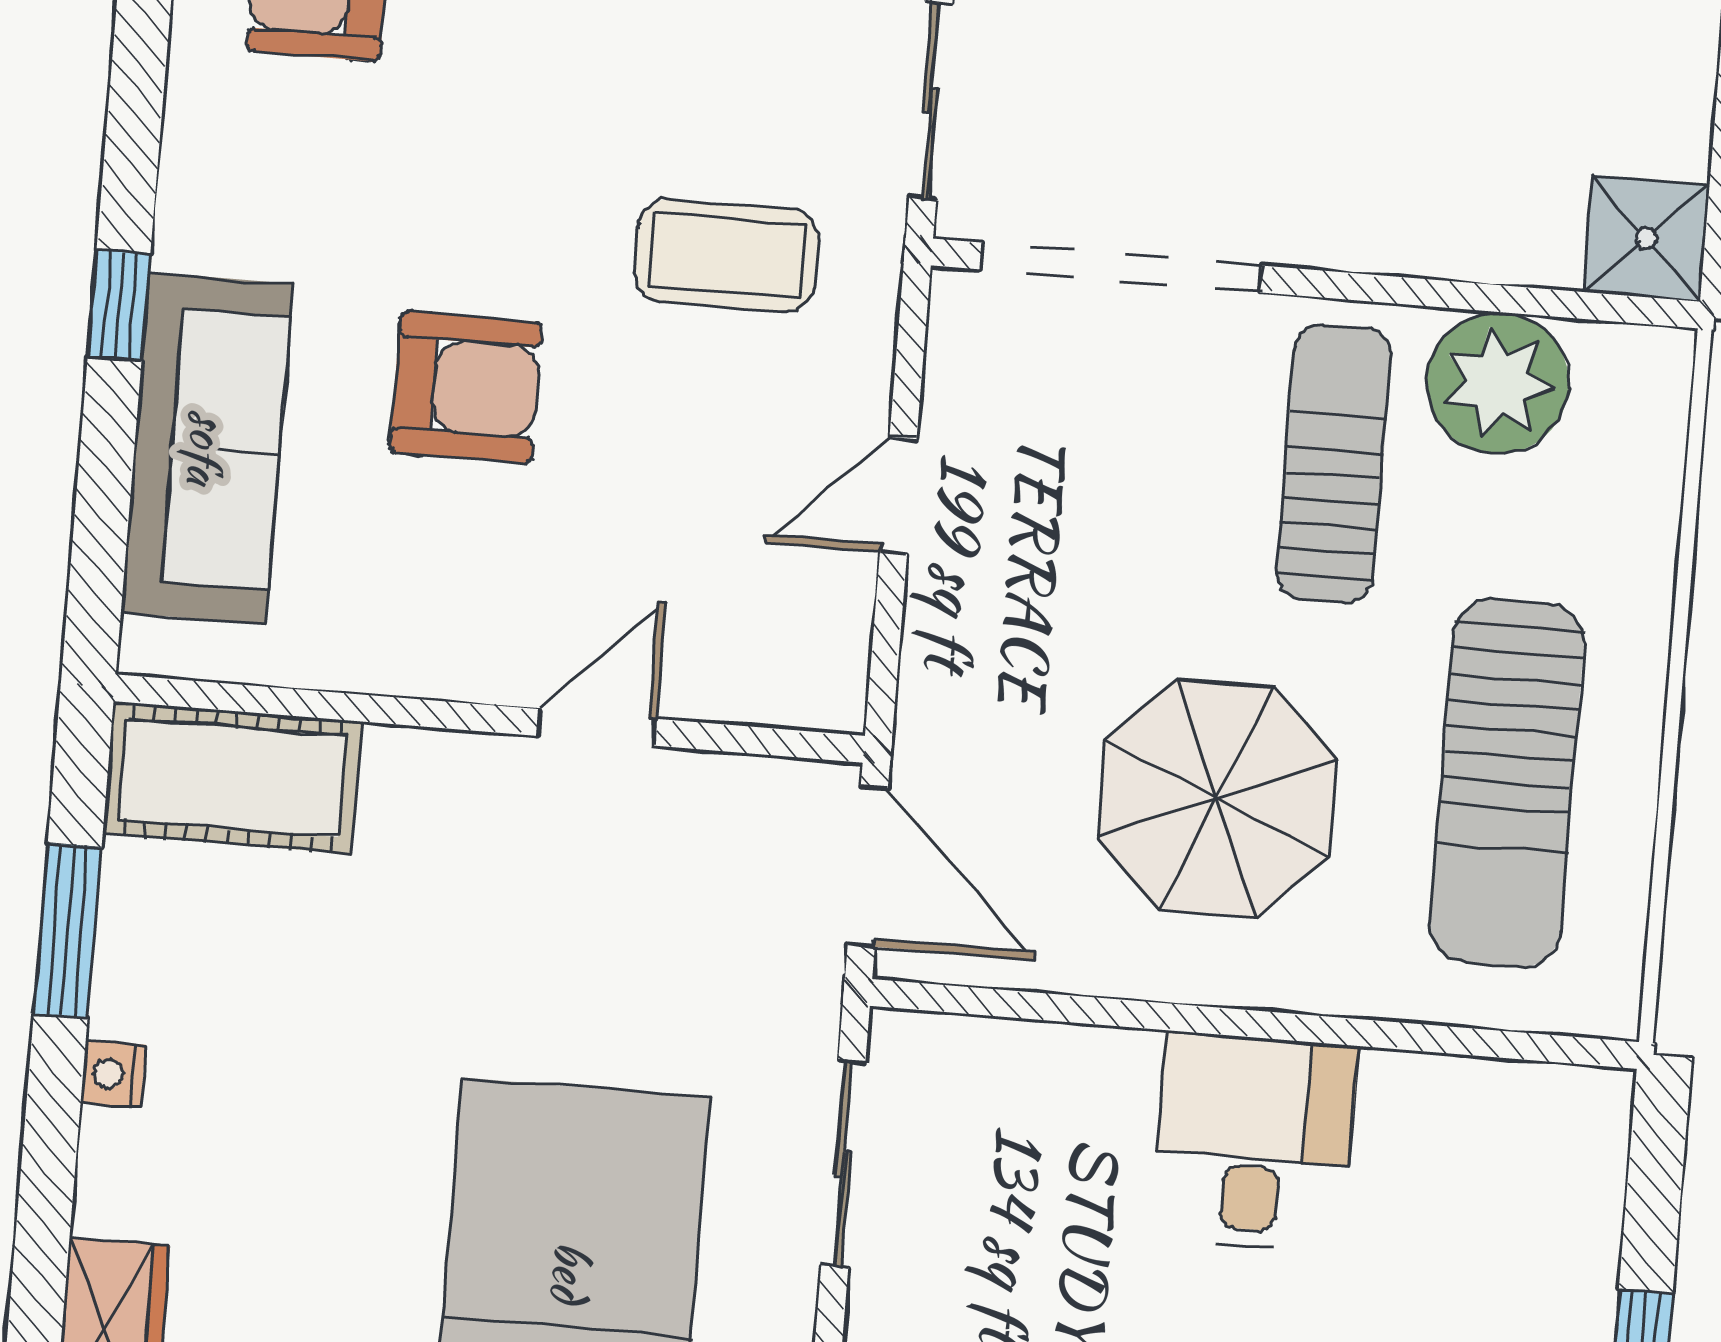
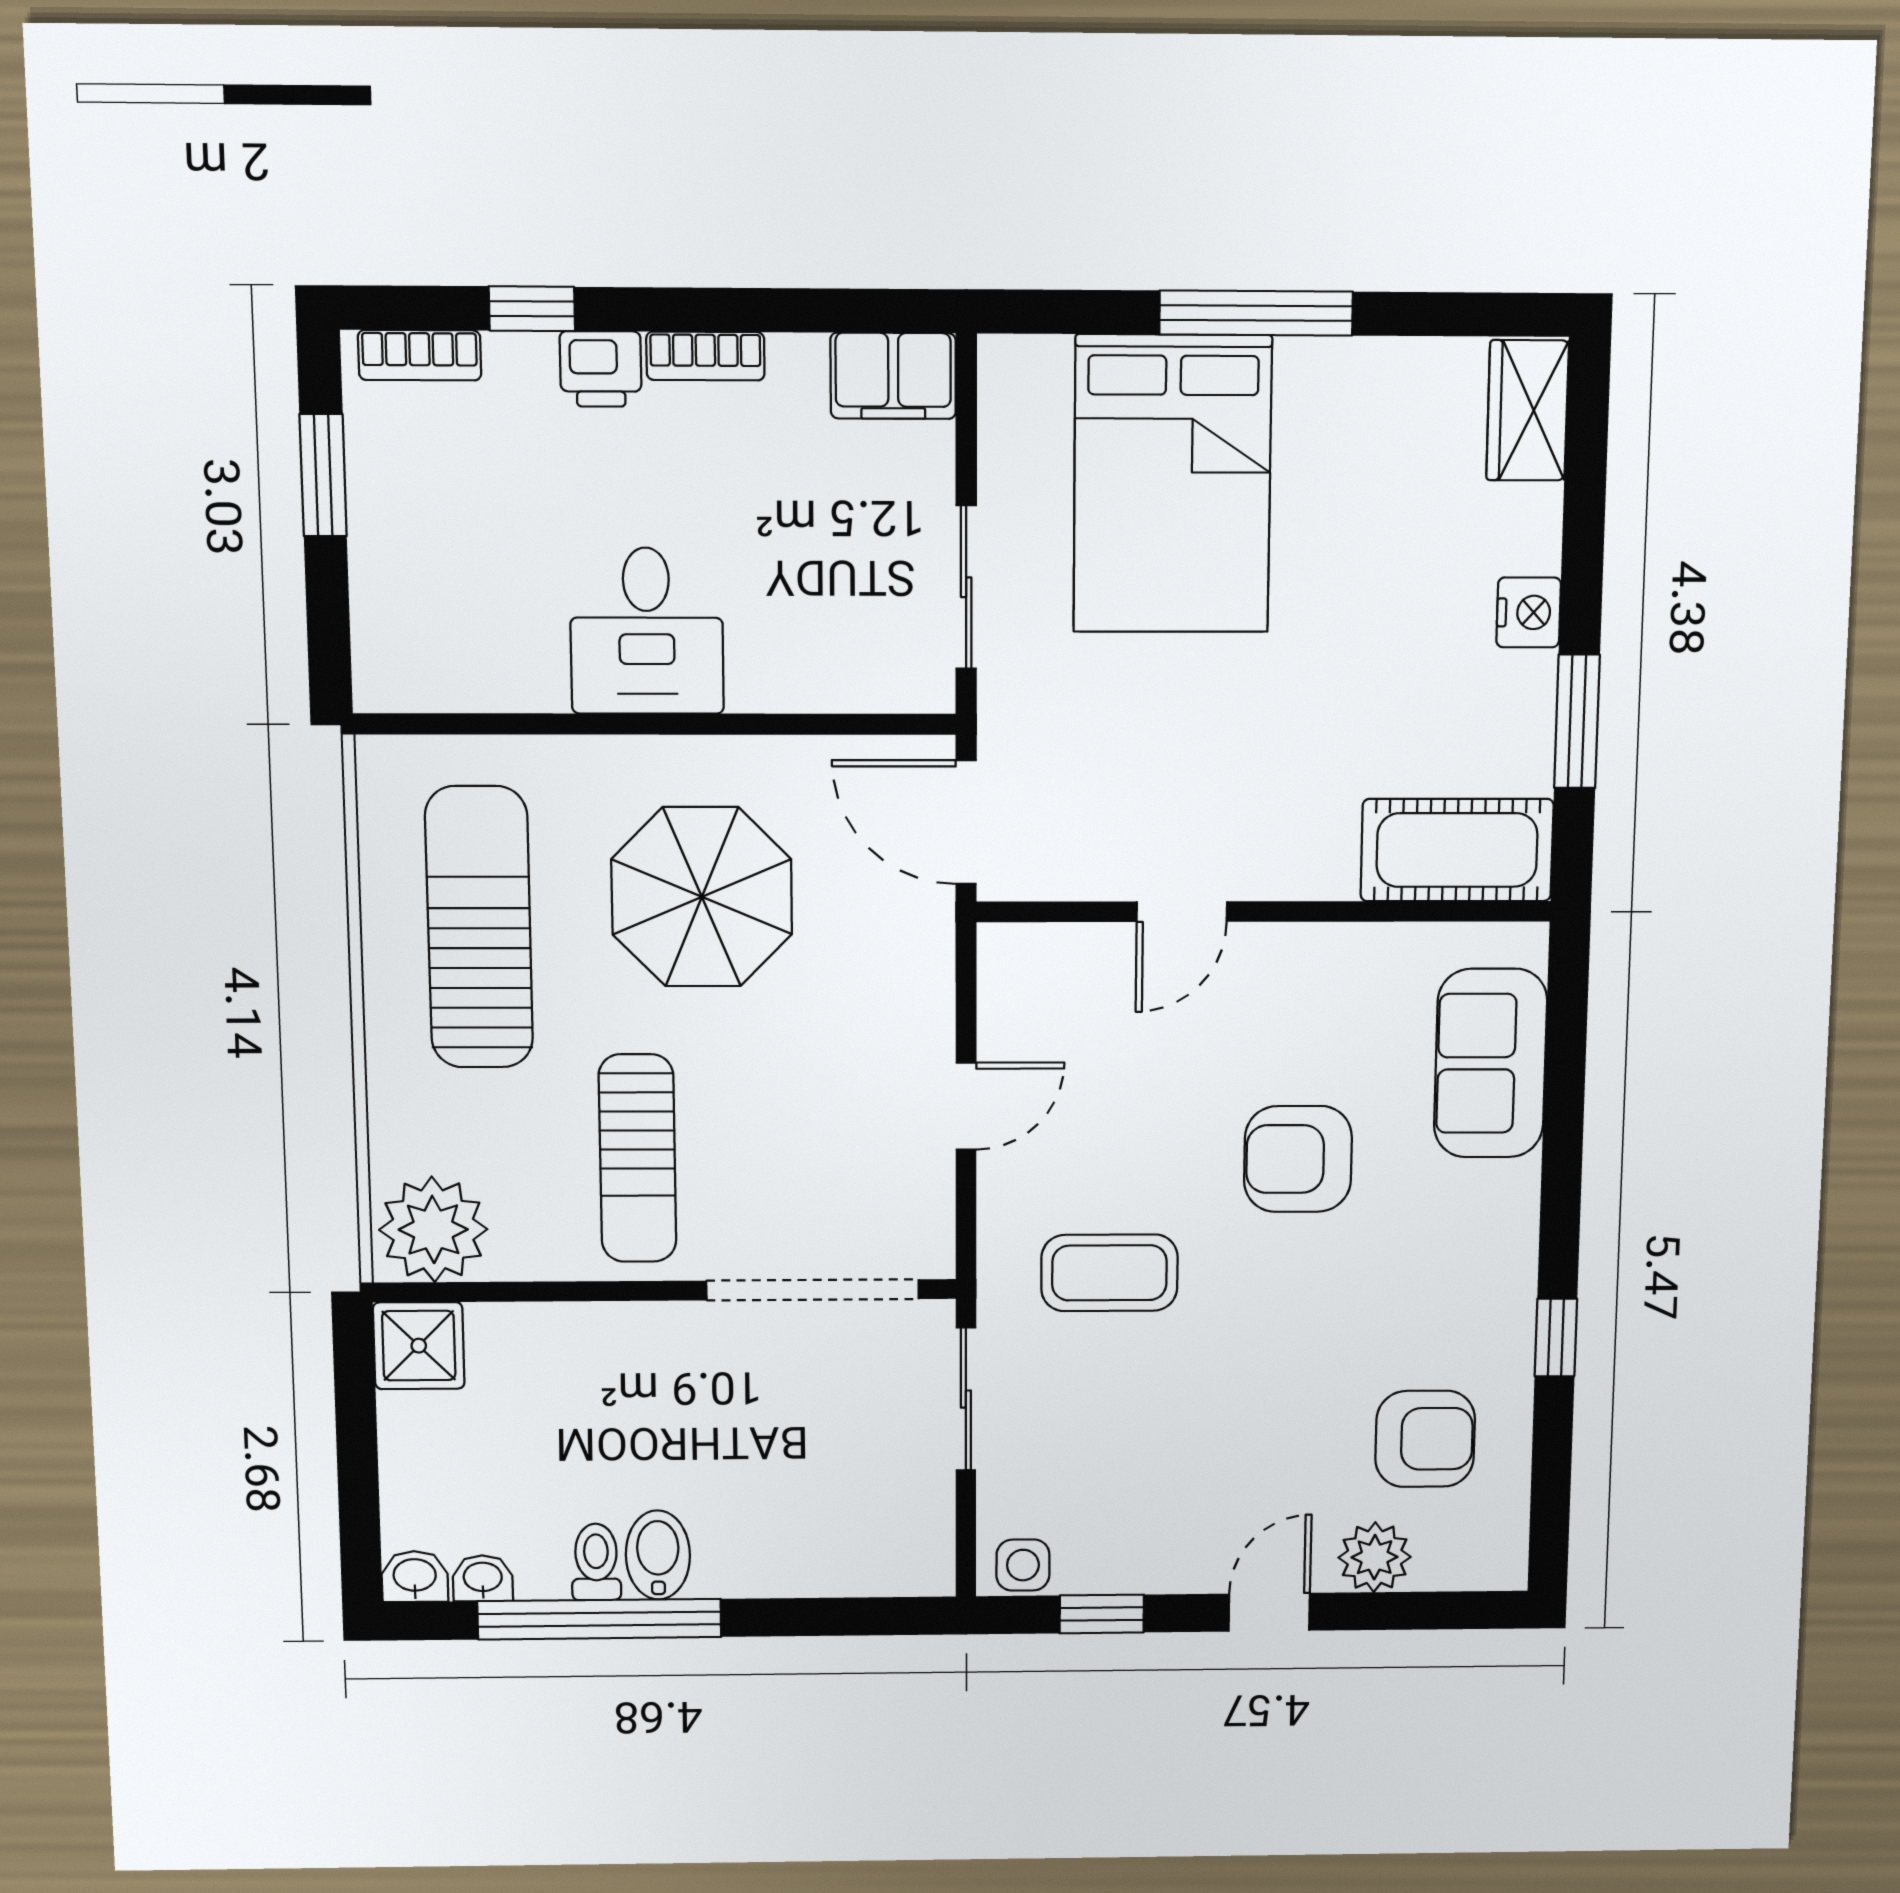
window: (119, 305) -> (1556, 1338), moved
plant: (1498, 383) -> (433, 1229), moved
sofa: (207, 448) -> (1490, 1063), width x0.73
nightstand: (113, 1074) -> (1529, 612), width x1.39, depth x1.35

